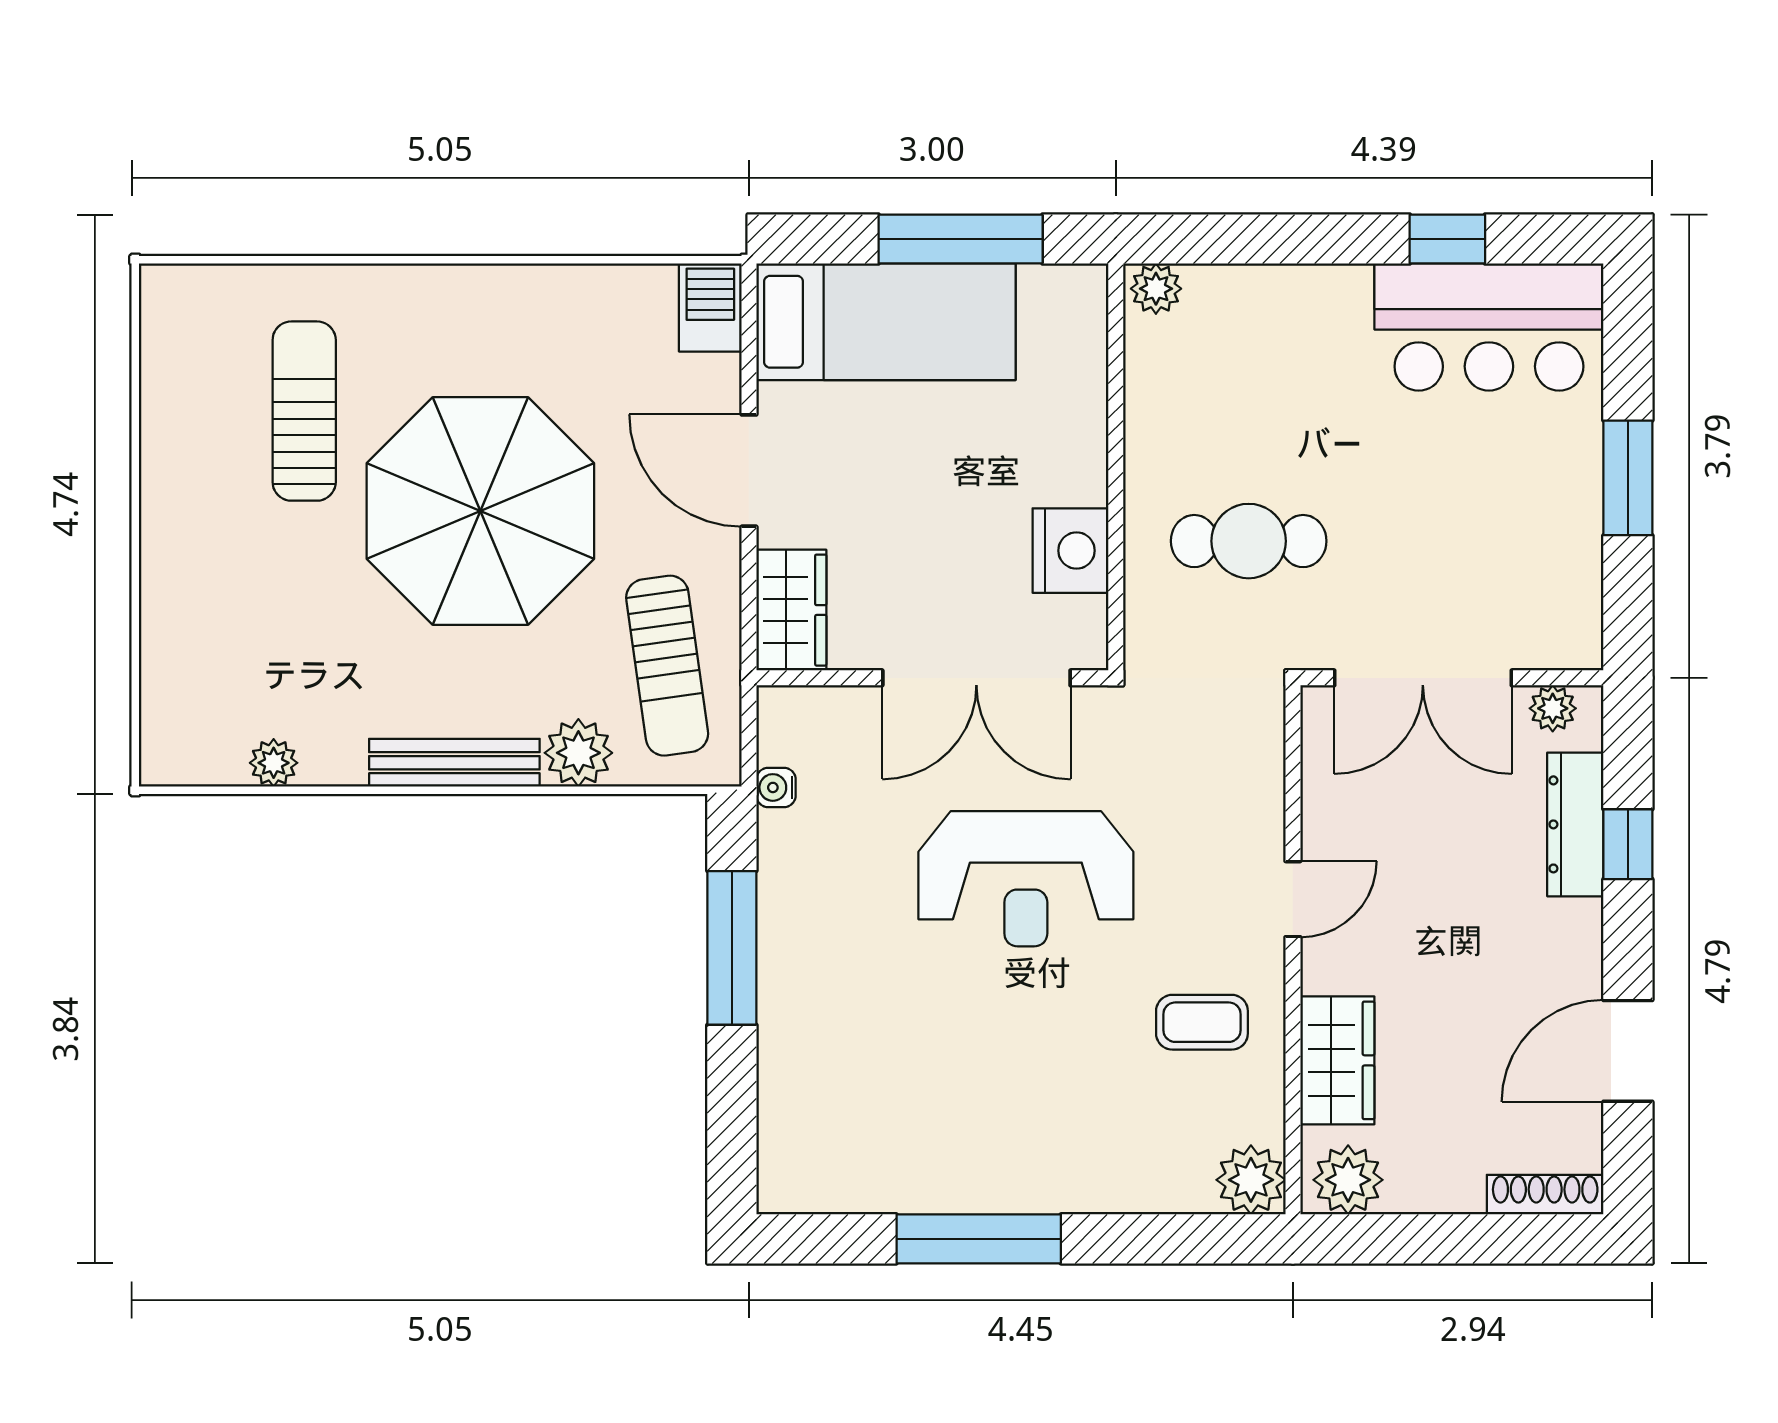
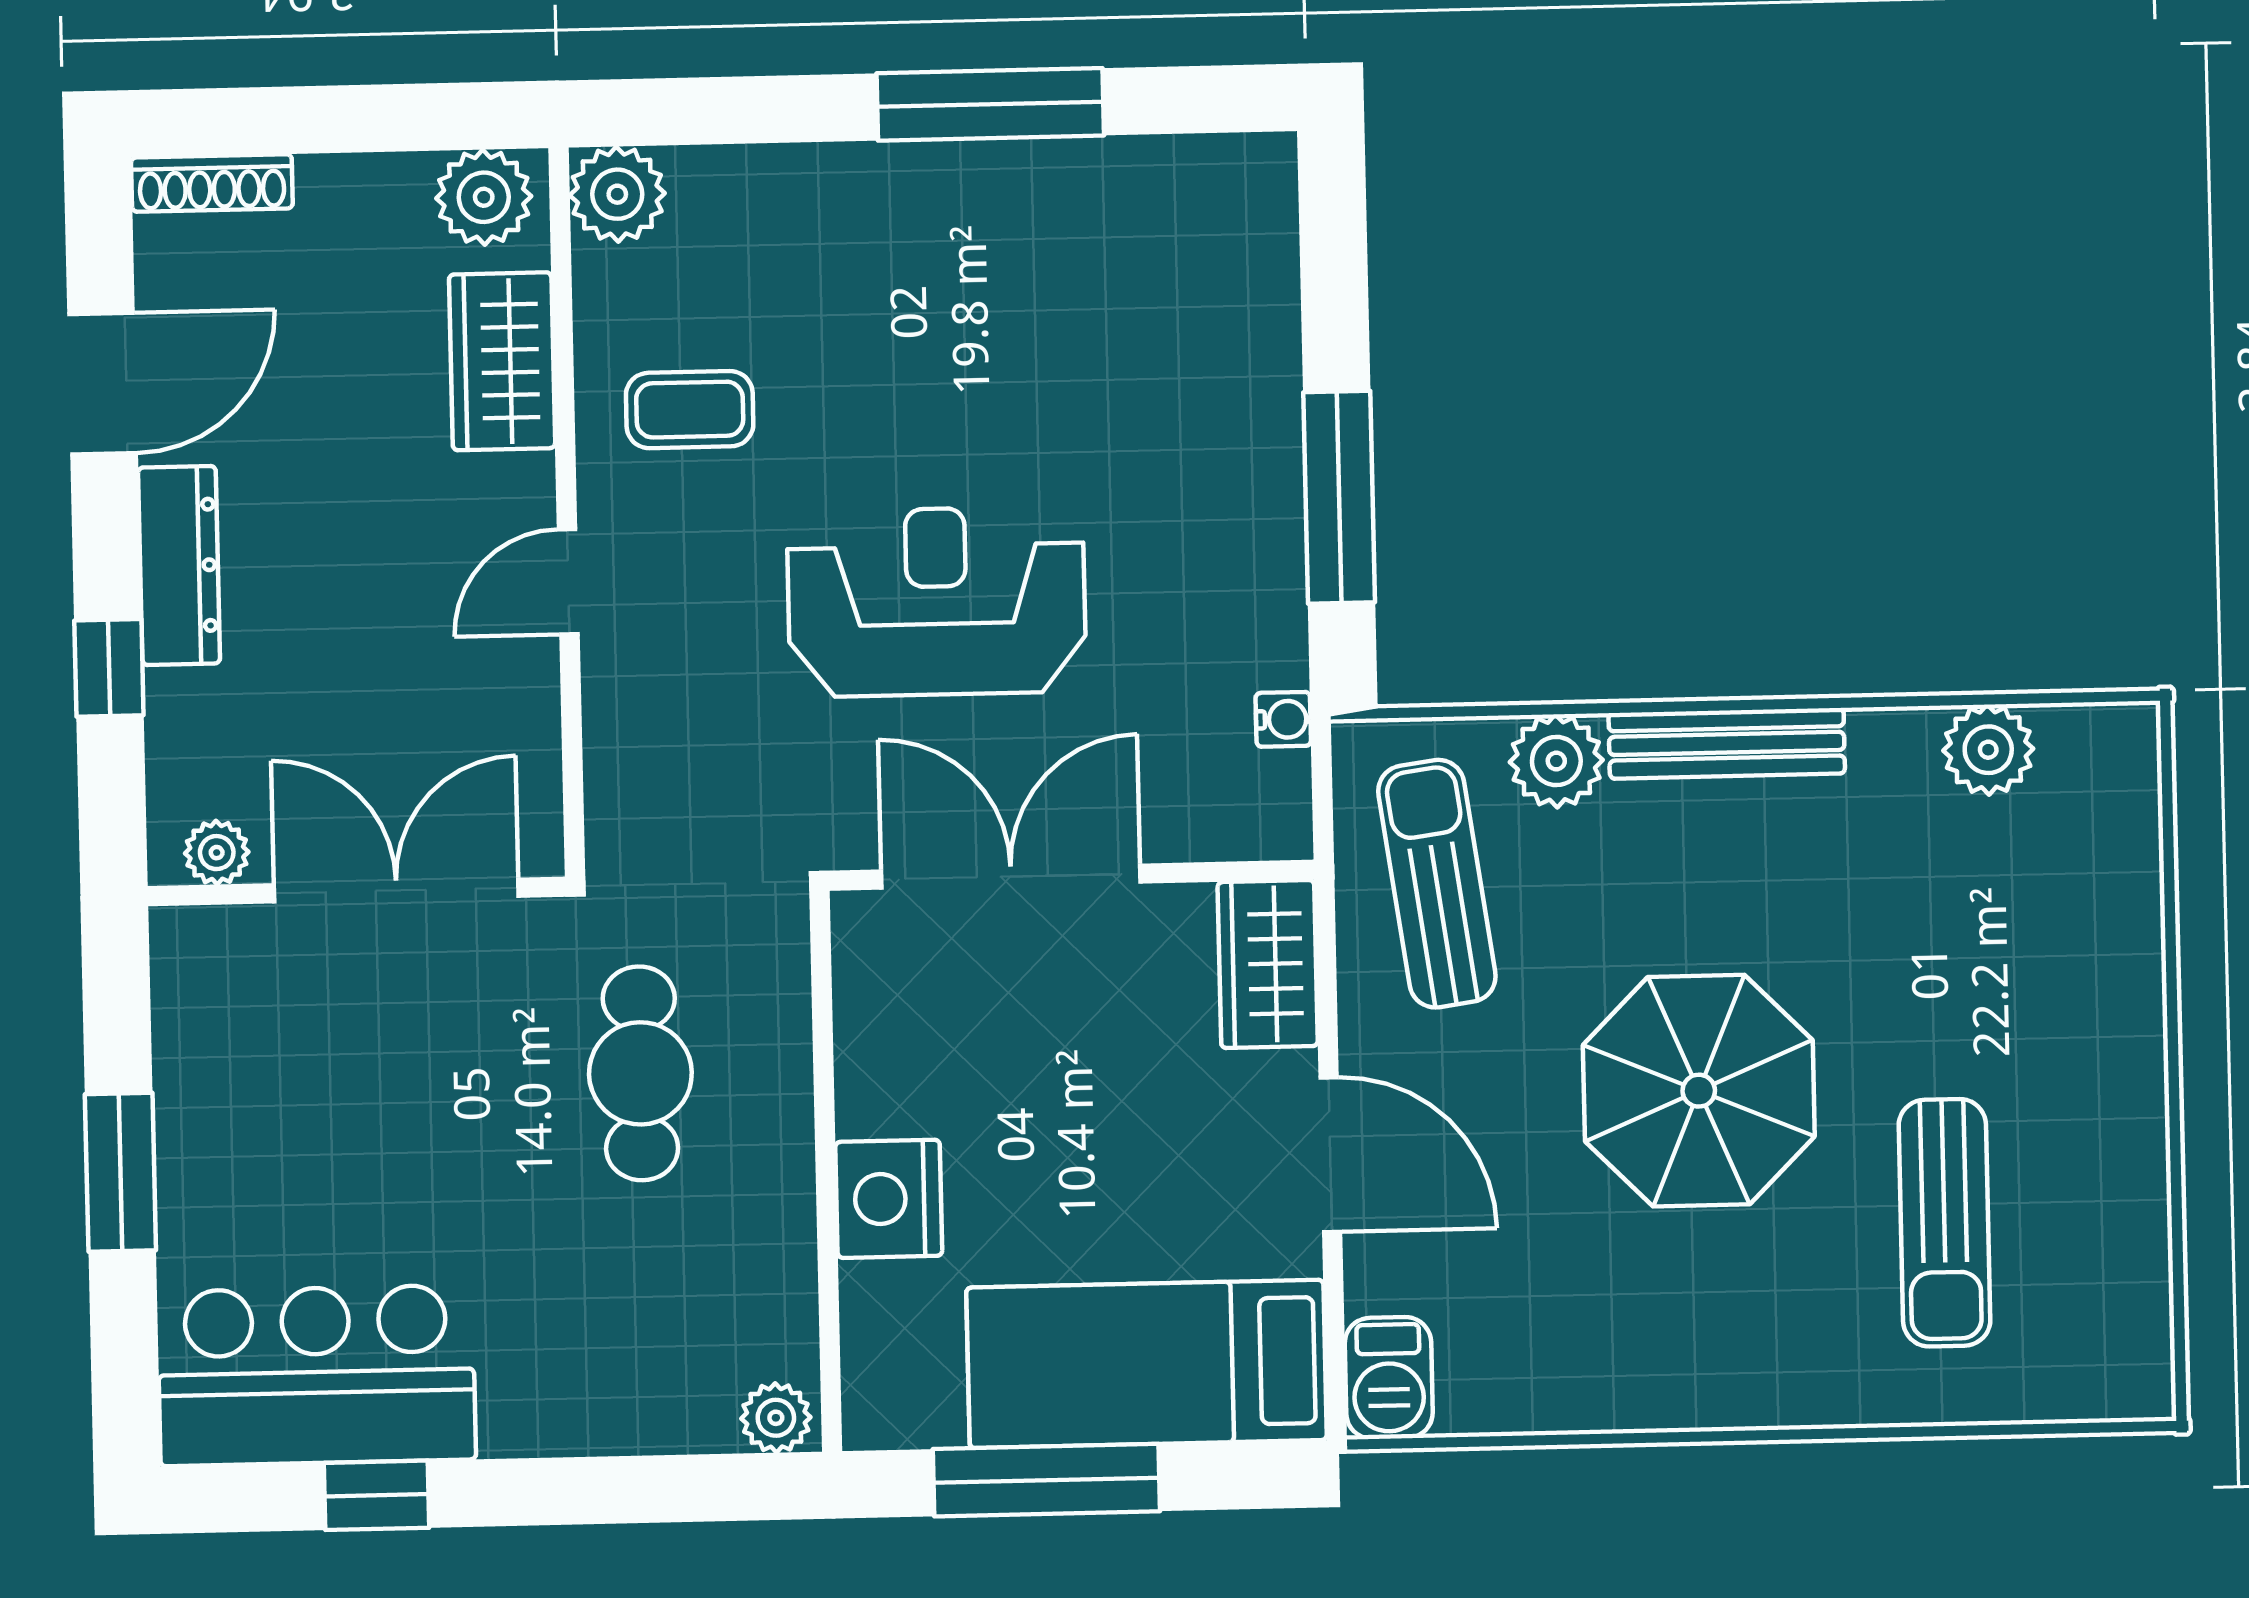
parasol: (480, 511) -> (1699, 1091), width x0.73, depth x0.73
cafe table: (1249, 541) -> (640, 1073), turned 90
nightstand: (1070, 551) -> (889, 1199), moved
plant: (274, 763) -> (1988, 750), width x1.38, depth x1.38
dresser: (1575, 824) -> (179, 565), moved

